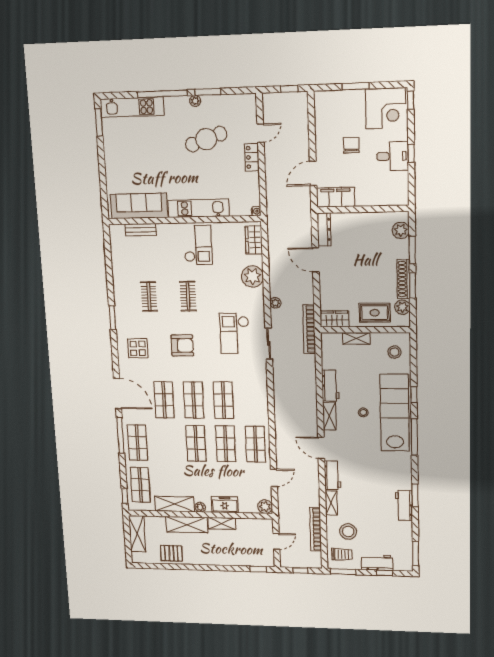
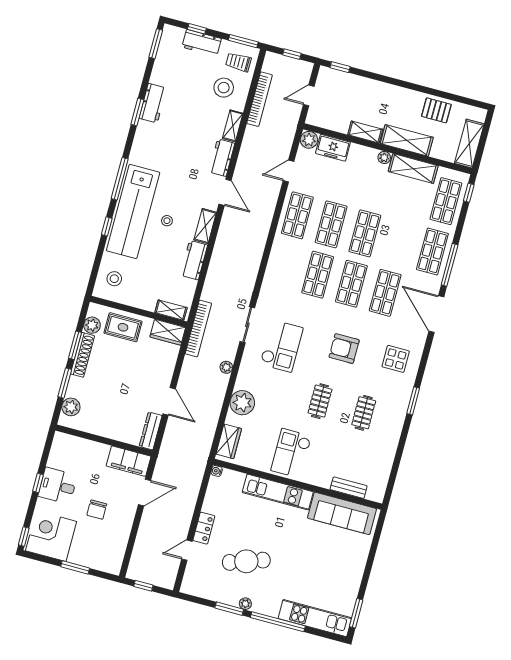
shelving: (356, 338) -> (171, 310), moved
freezer: (225, 505) -> (333, 148), moved

